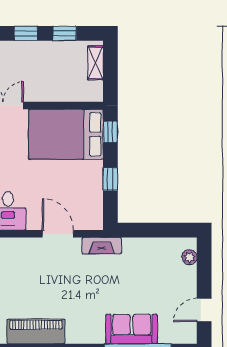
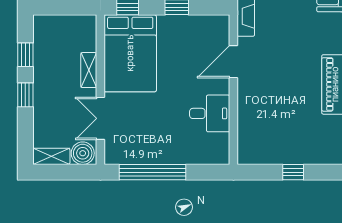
shelving: (95, 63) -> (89, 70), moved, turned 90

